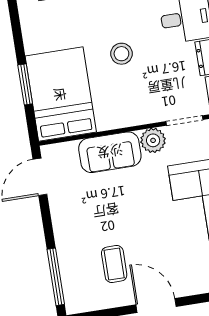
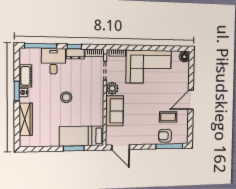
bed: (61, 94) -> (82, 136), width x0.67
armchair: (75, 264) -> (165, 136), added

